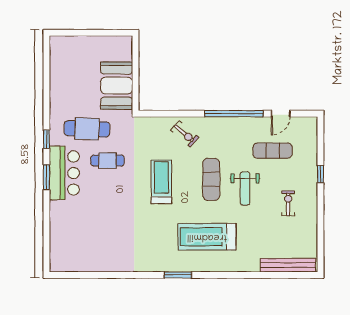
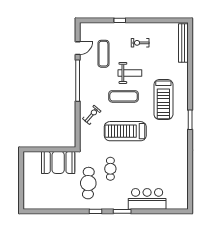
door: (281, 114) -> (78, 48), hinge flipped
bar counter: (64, 173) -> (147, 199), moved
treadmill: (161, 182) -> (125, 131), width x1.37, depth x1.38

